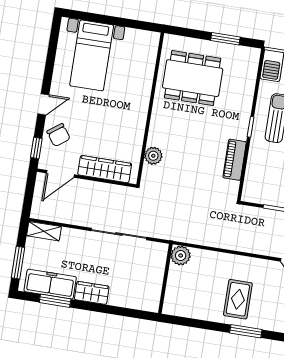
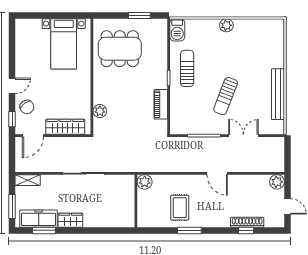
bed with nightstands: (92, 55) -> (64, 44), moved
plant: (181, 256) -> (145, 182), moved
wall: (165, 279) -> (136, 201), moved

